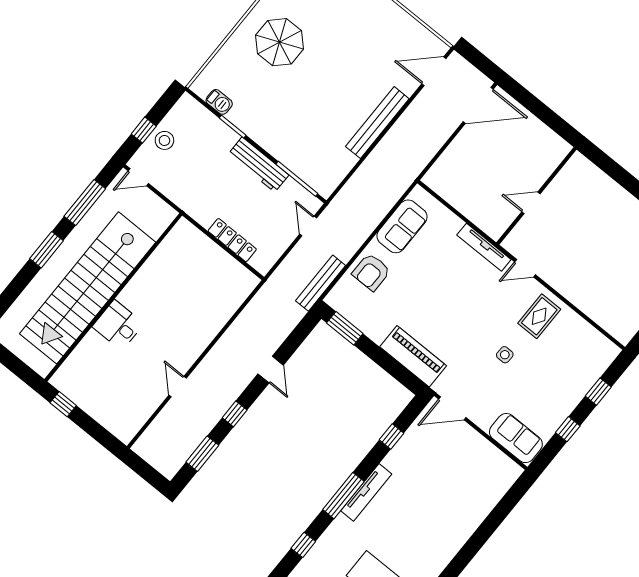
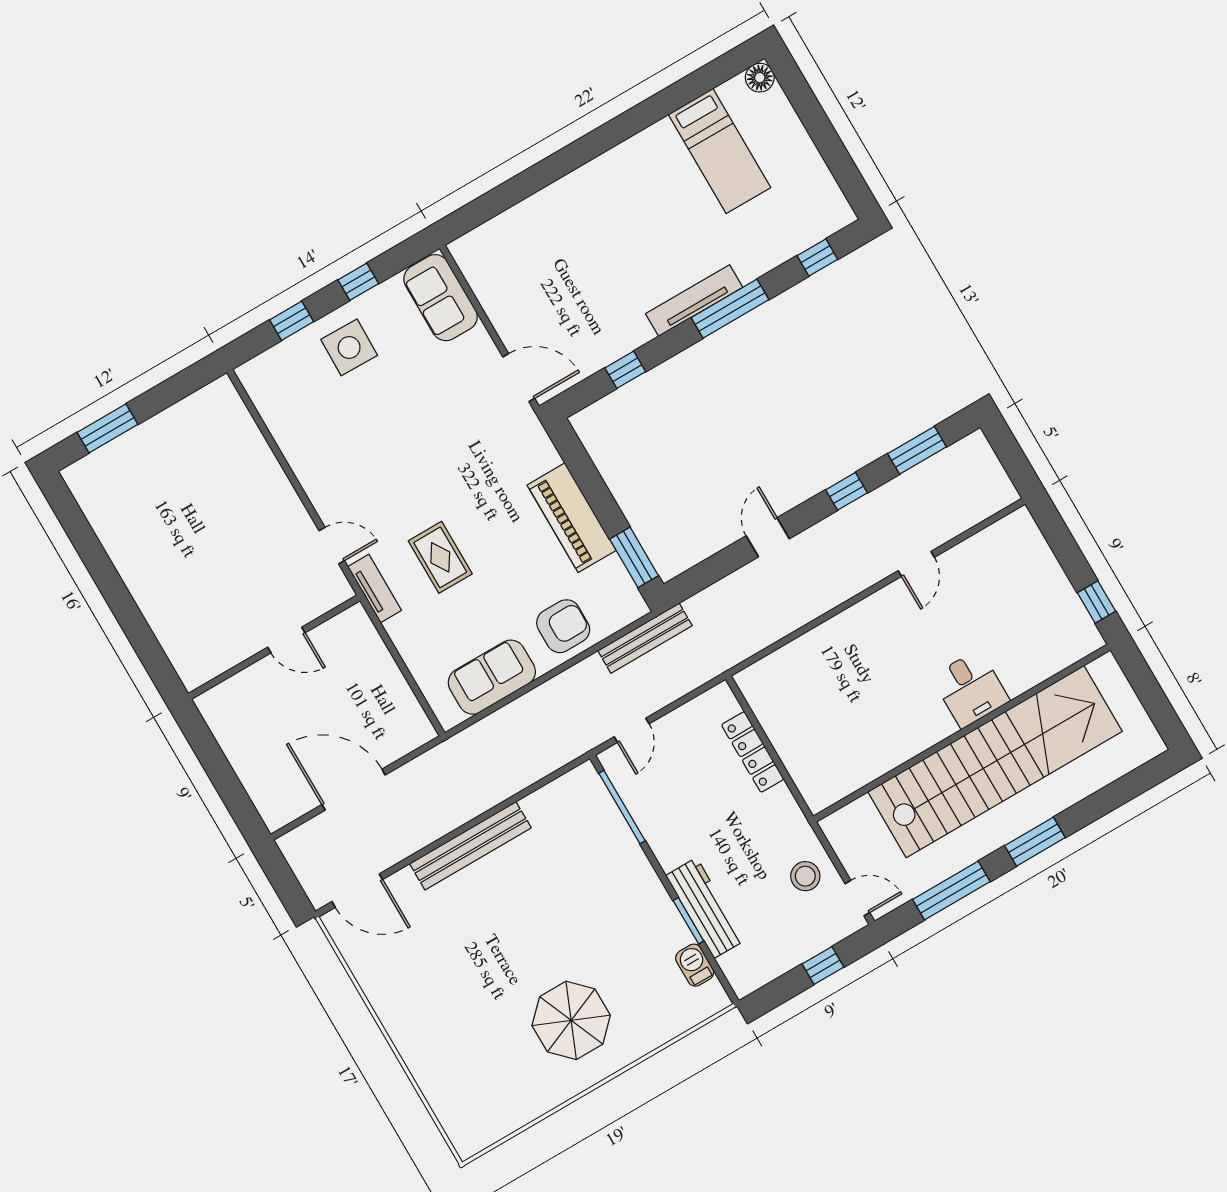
door: (478, 105) -> (354, 790), moved
stool: (164, 140) -> (805, 876), moved
workbench: (258, 165) -> (705, 908), moved
tv unit: (484, 247) -> (375, 589), width x0.71
rug: (539, 316) -> (440, 557), moved, turned 90
side table: (505, 355) -> (349, 347), moved, width x1.87, depth x1.87
piano: (413, 356) -> (572, 518), moved

